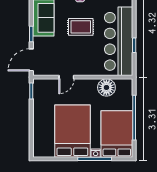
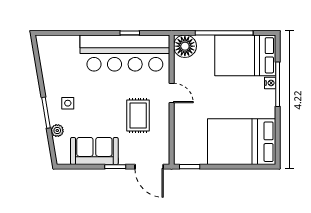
rug: (81, 27) -> (138, 115), moved
door: (66, 77) -> (172, 93), moved
floor lamp: (106, 87) -> (185, 46), moved
bed: (72, 131) -> (242, 142), moved

